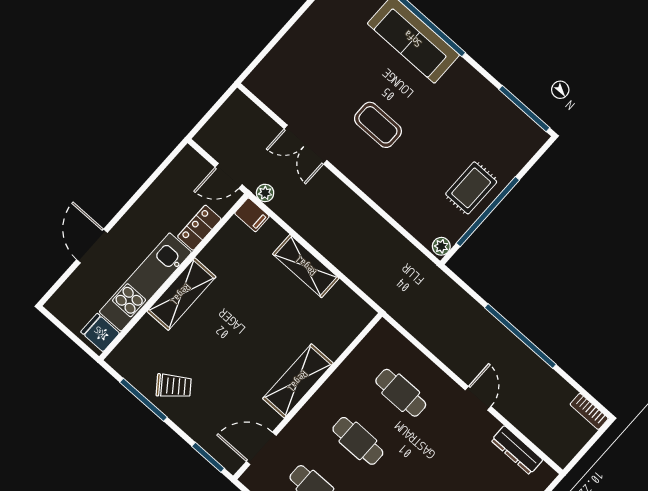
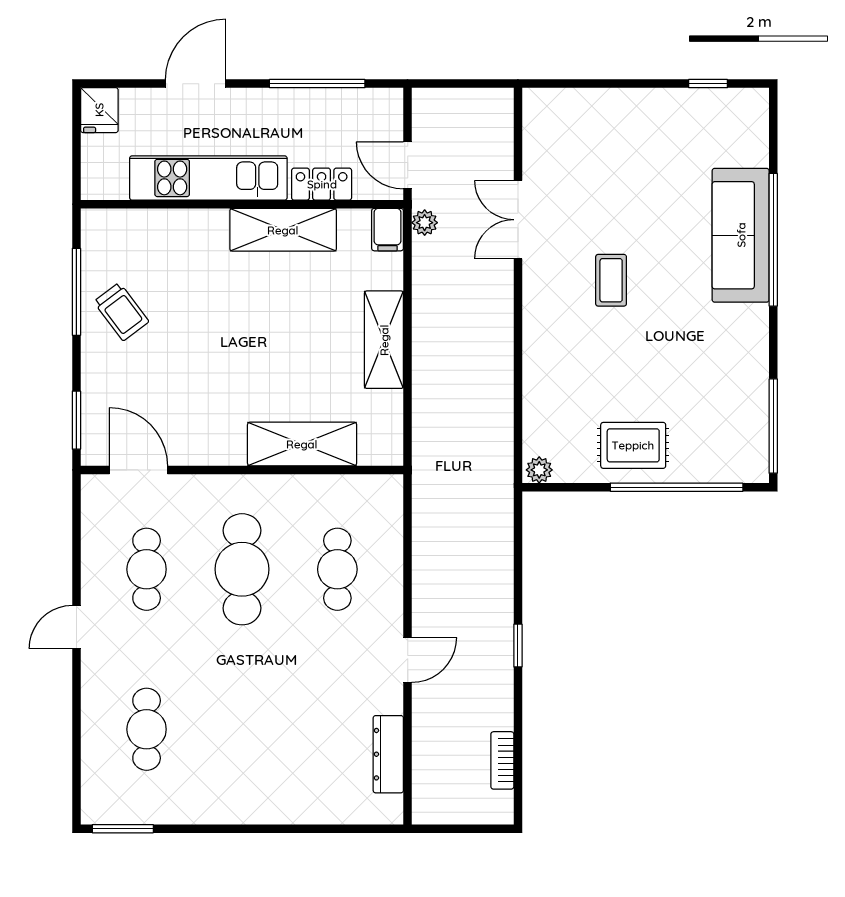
coffee table: (378, 125) -> (611, 280), width x0.73, depth x0.77
window: (147, 185) -> (317, 84), added
window: (488, 212) -> (677, 487), moved
shelving: (181, 294) -> (283, 230), moved
fridge: (100, 332) -> (99, 110), moved, turned 180
window: (520, 336) -> (518, 646), width x0.32
shelving: (298, 381) -> (302, 444), moved
bookcase: (589, 411) -> (502, 760), moved
cafe table: (358, 441) -> (242, 569), width x1.37, depth x1.35

